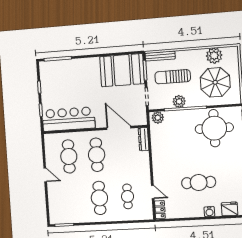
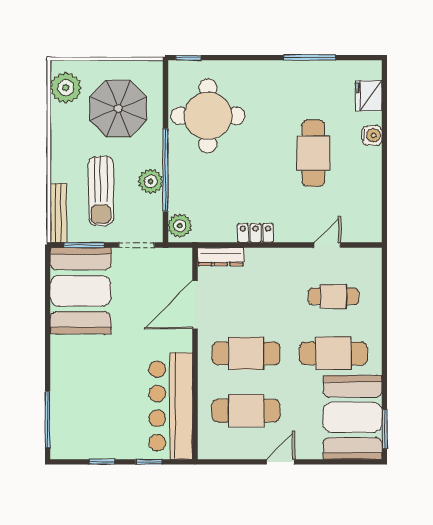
plant: (214, 56) -> (66, 88), moved
booth: (69, 209) -> (353, 417), added
locker: (160, 210) -> (255, 233), moved

